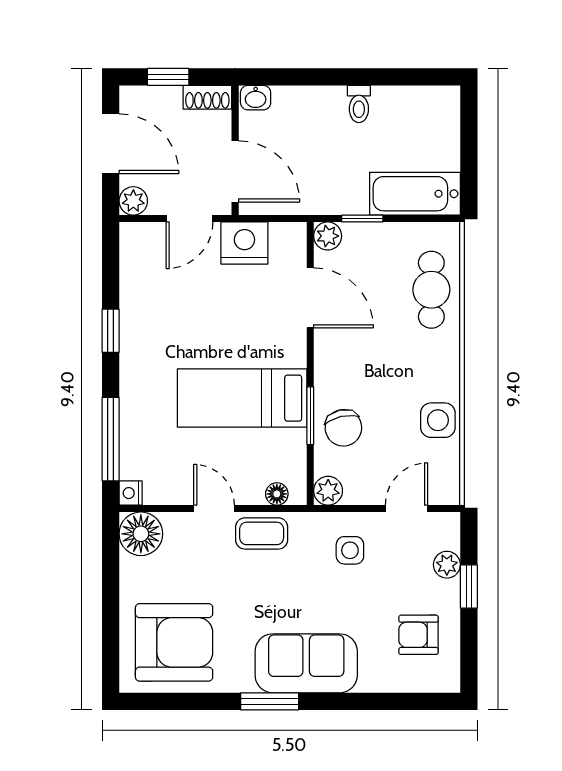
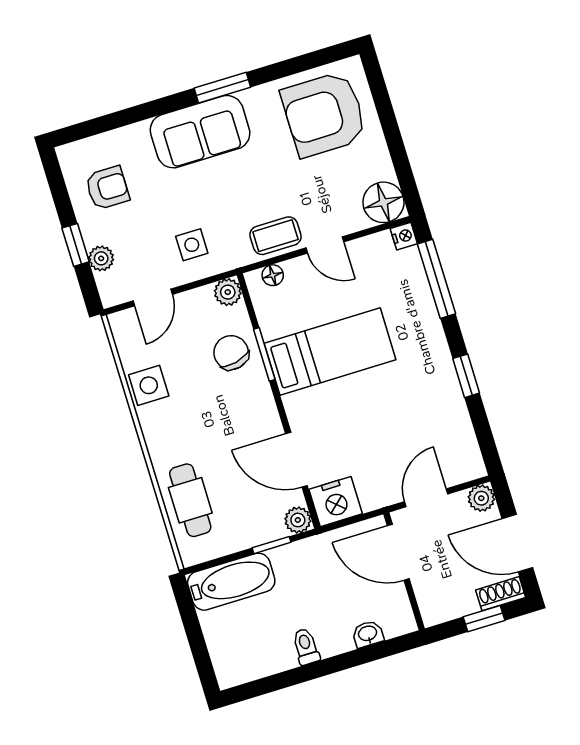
shoe rack: (207, 97) -> (501, 594), moved
washbasin: (256, 98) -> (368, 634), moved
nightstand: (244, 243) -> (336, 502), moved

